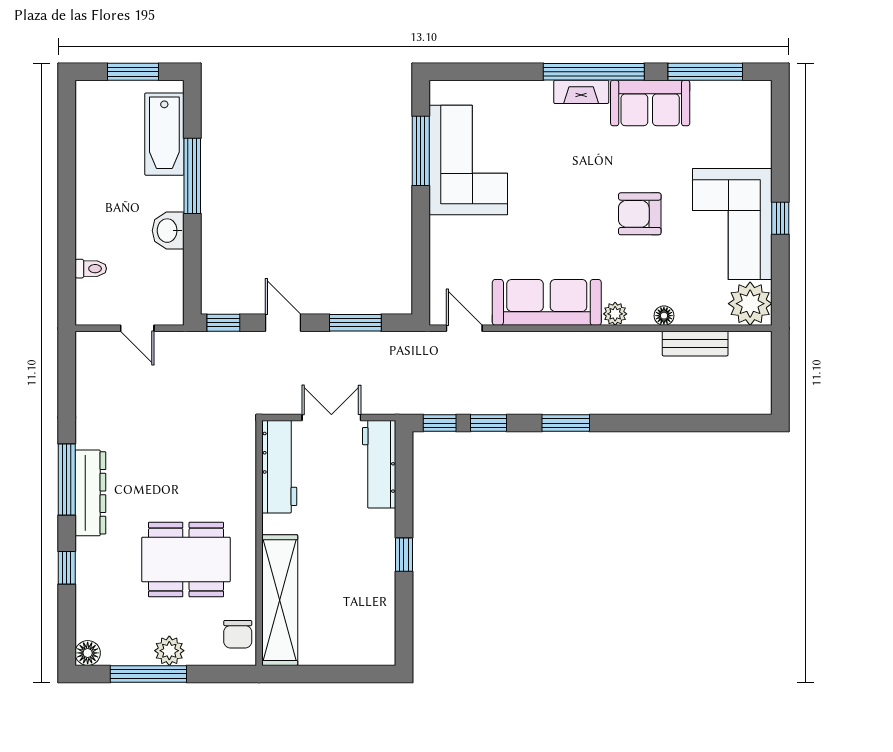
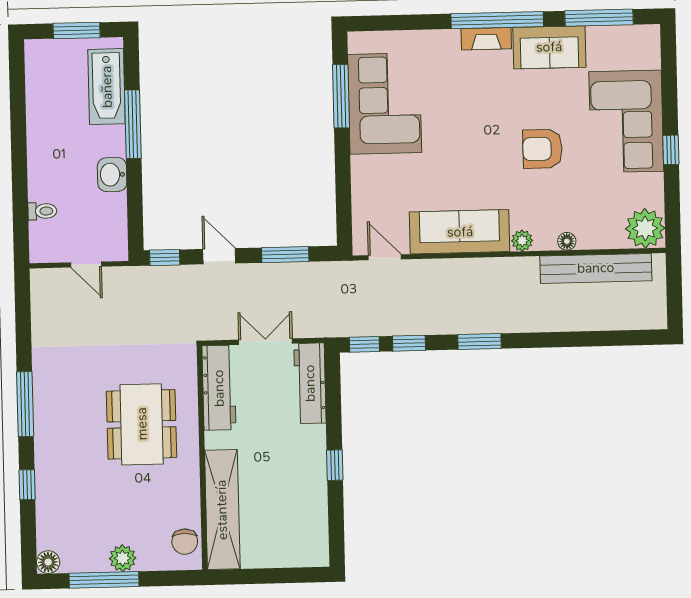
corner sofa: (732, 224) -> (626, 121), moved
bench: (695, 344) -> (596, 268), width x1.86, depth x1.21
dresser: (90, 493) -> (47, 416), removed
dining table: (186, 559) -> (142, 424), moved, turned 90

